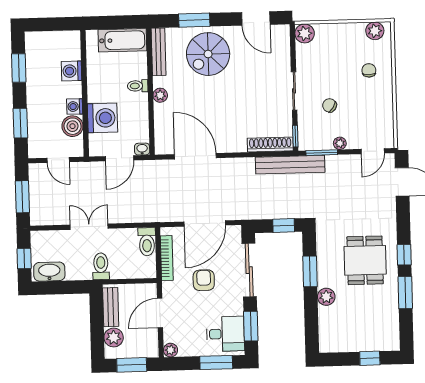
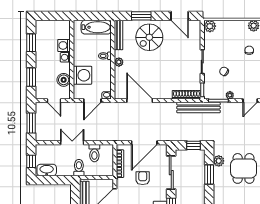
washing machine: (75, 107) -> (65, 57), moved
toilet: (147, 242) -> (94, 153), moved
plant: (326, 297) -> (219, 161), moved

